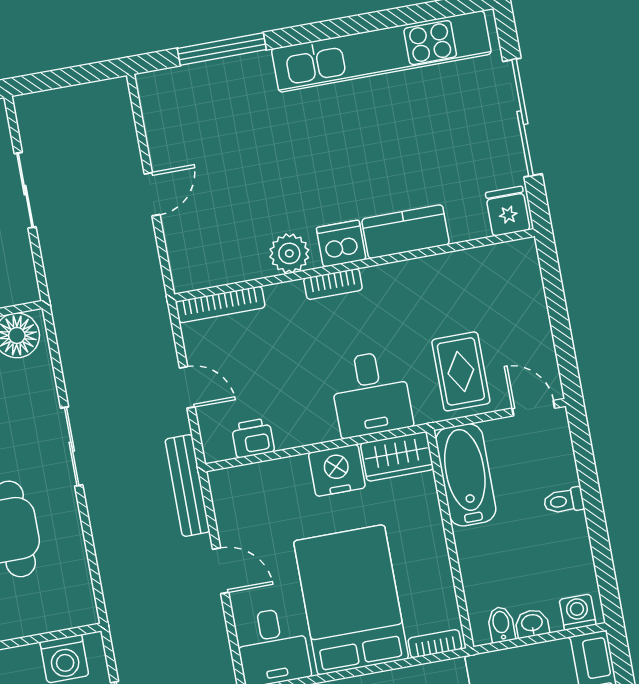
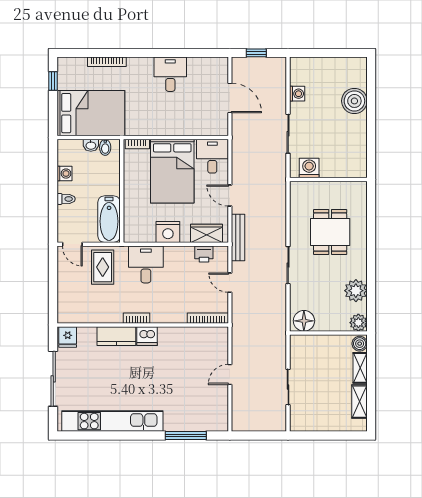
plant: (289, 253) -> (172, 336), removed
bookcase: (333, 284) -> (136, 318), moved
wardrobe: (397, 456) -> (207, 233), moved
washing machine: (578, 612) -> (65, 174), moved, turned -90

